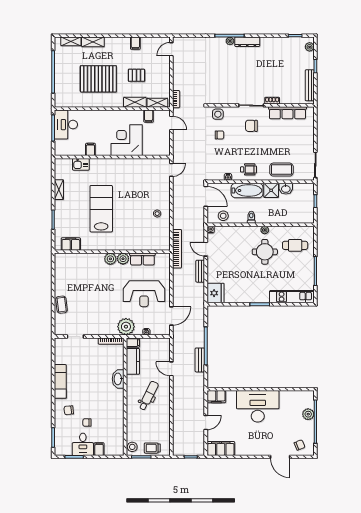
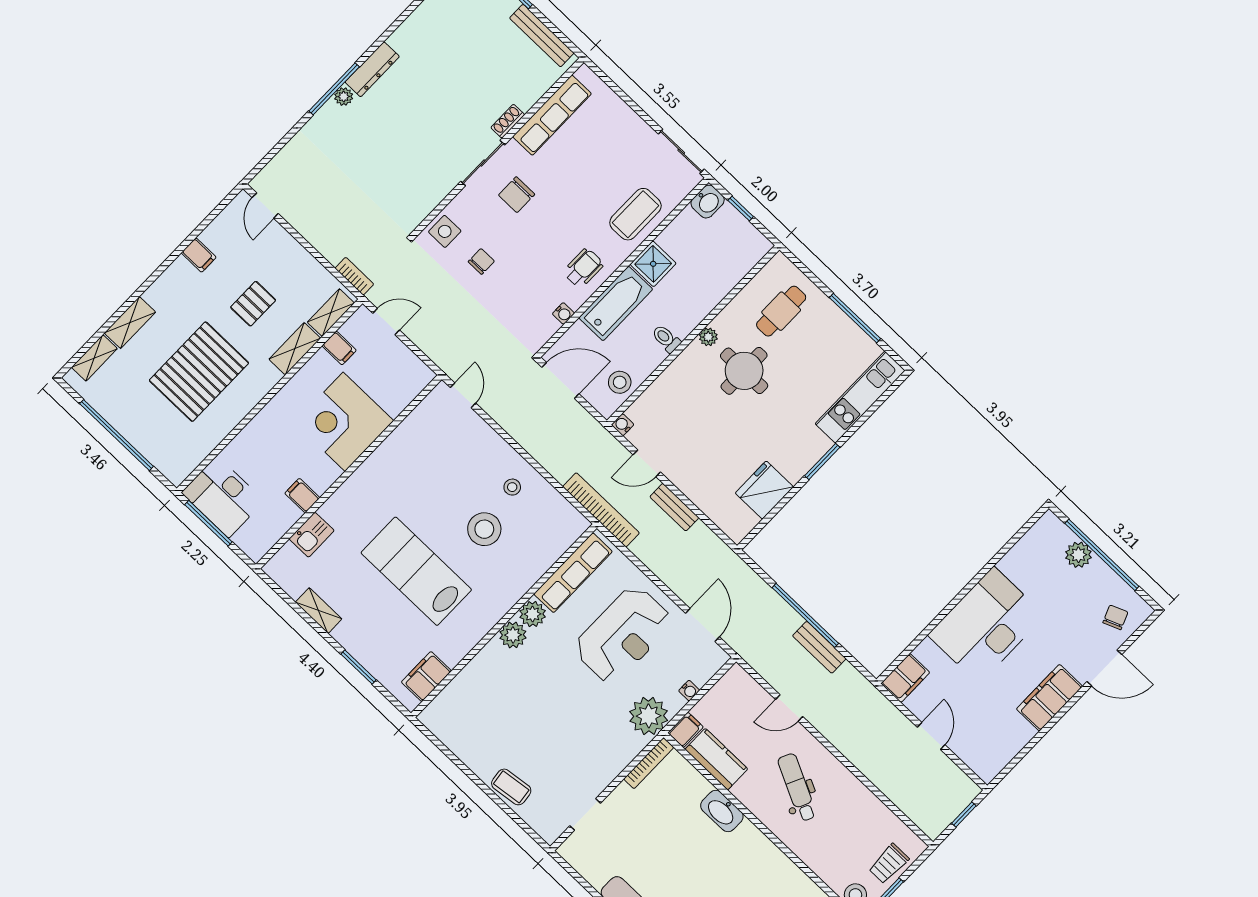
washbasin: (286, 189) -> (708, 202), moved
stool: (135, 218) -> (484, 529), added
row of seats: (142, 259) -> (573, 573), width x1.48
fridge: (215, 293) -> (764, 490), moved, turned -90
filing cabinet: (221, 448) -> (1049, 698), moved

